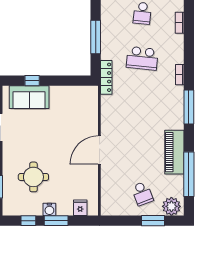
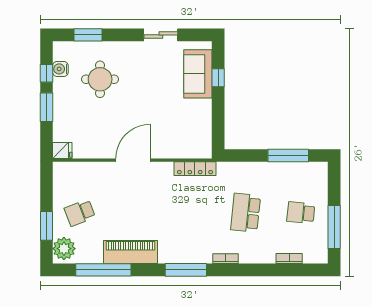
window: (96, 37) -> (288, 156), moved
locker: (106, 77) -> (195, 169), moved
door: (99, 150) -> (133, 160), hinge flipped
fridge: (80, 208) -> (62, 151), moved
water cooler: (49, 209) -> (60, 69), moved

